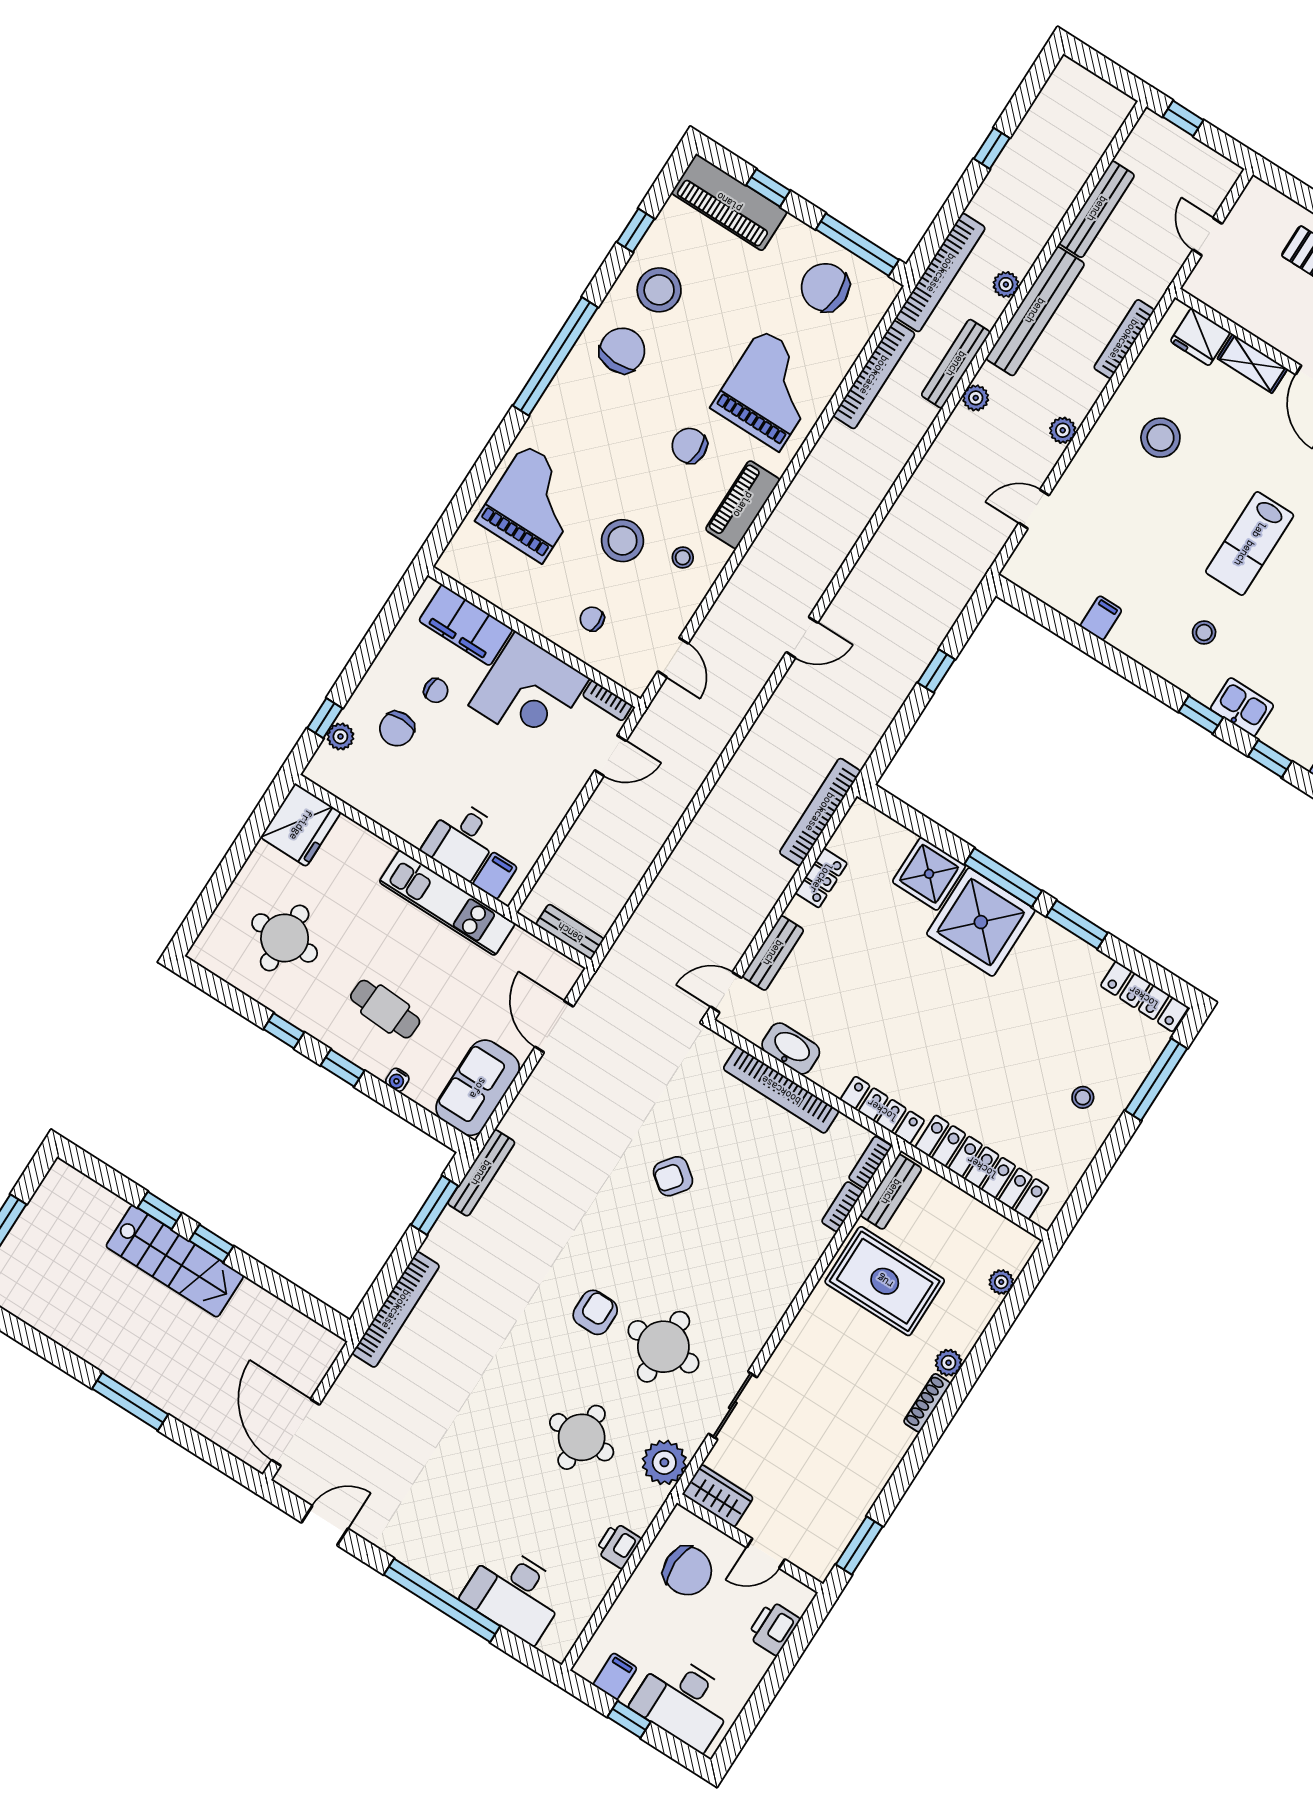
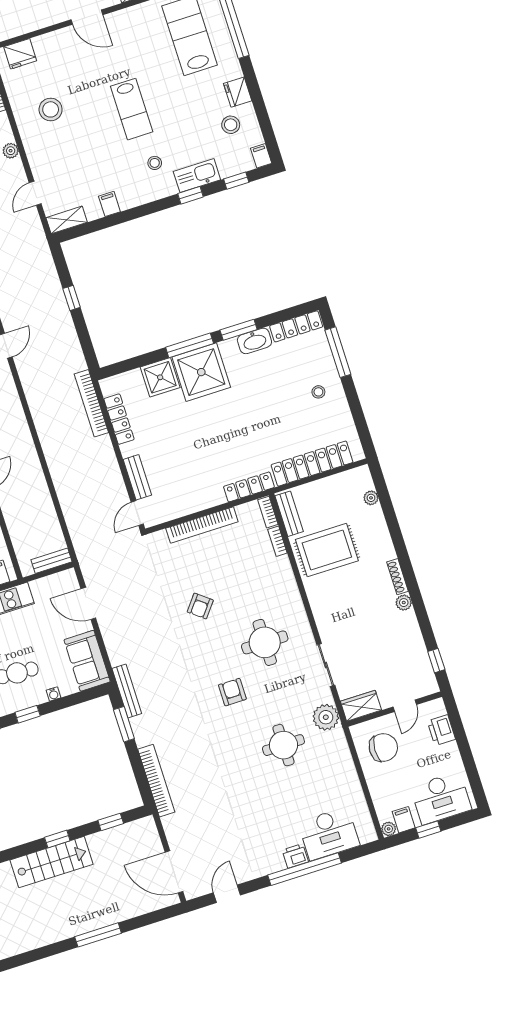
shelving: (1252, 364) -> (67, 220), moved
kitchen sink: (1242, 707) -> (197, 176), width x1.38
locker: (821, 878) -> (119, 419), width x1.53
washbasin: (791, 1049) -> (254, 341), moved, turned 180
window: (160, 1210) -> (111, 822), moved
round table: (663, 1347) -> (265, 642), moved
plant: (949, 1363) -> (404, 603), moved
printer: (618, 1545) -> (295, 856), moved, turned 90
window: (859, 1545) -> (436, 661), width x0.67
plant: (586, 1667) -> (389, 829), added

